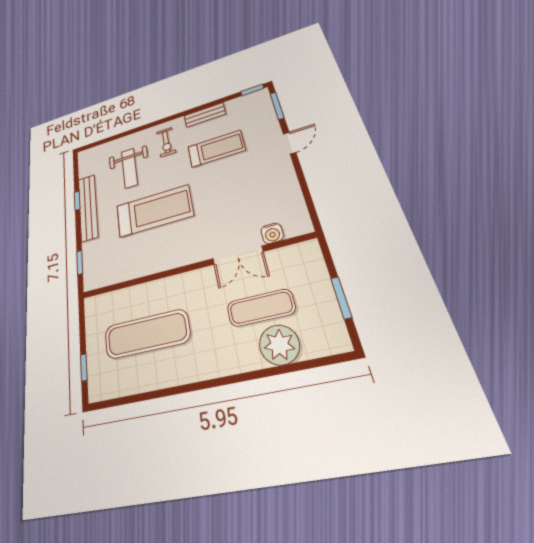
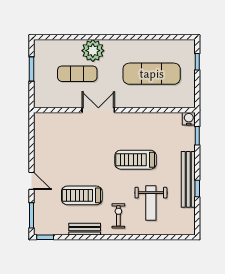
door: (290, 143) -> (32, 181), swing flipped
weight bench: (129, 168) -> (151, 203), turned 180
treadmill: (154, 211) -> (136, 160), width x0.73, depth x0.73
water cooler: (272, 233) -> (189, 119), moved
double door: (238, 255) -> (98, 110), moved
plant: (279, 345) -> (93, 51), moved

